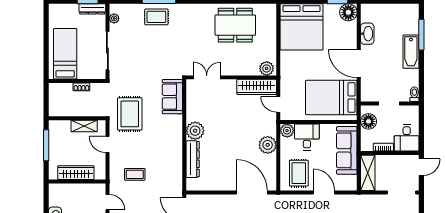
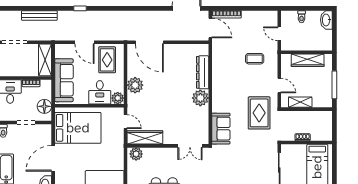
door: (359, 64) -> (53, 158), swing flipped

